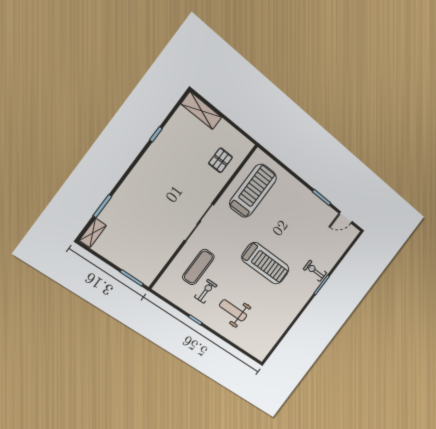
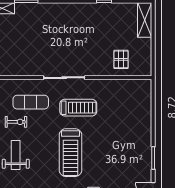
pallet: (220, 160) -> (121, 59), turned 90
treadmill: (253, 191) -> (78, 108), moved, width x0.73, depth x0.73

